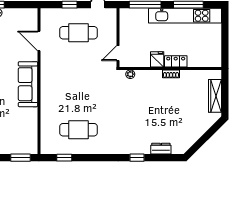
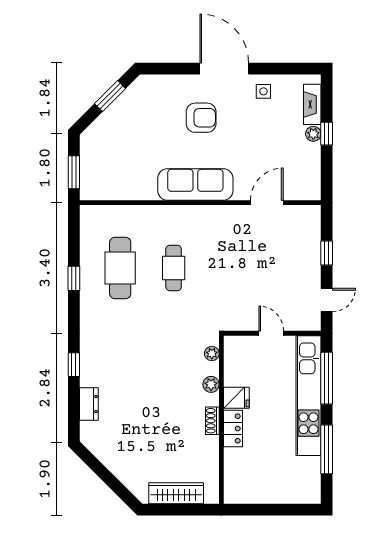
kitchen unit: (185, 16) -> (308, 396), moved
cafe table: (79, 33) -> (174, 268), moved, width x0.73, depth x0.74
door: (118, 53) -> (271, 333), moved
plant: (149, 75) -> (211, 384), added
window: (64, 158) -> (74, 278), moved

